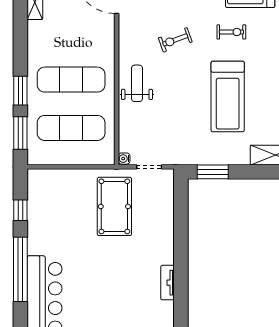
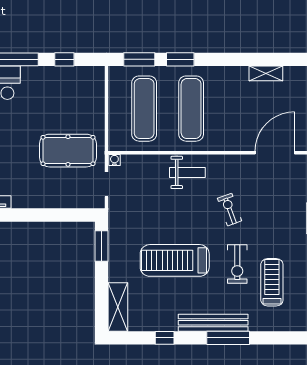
exercise bike: (231, 32) -> (237, 264), width x1.38, depth x1.39

